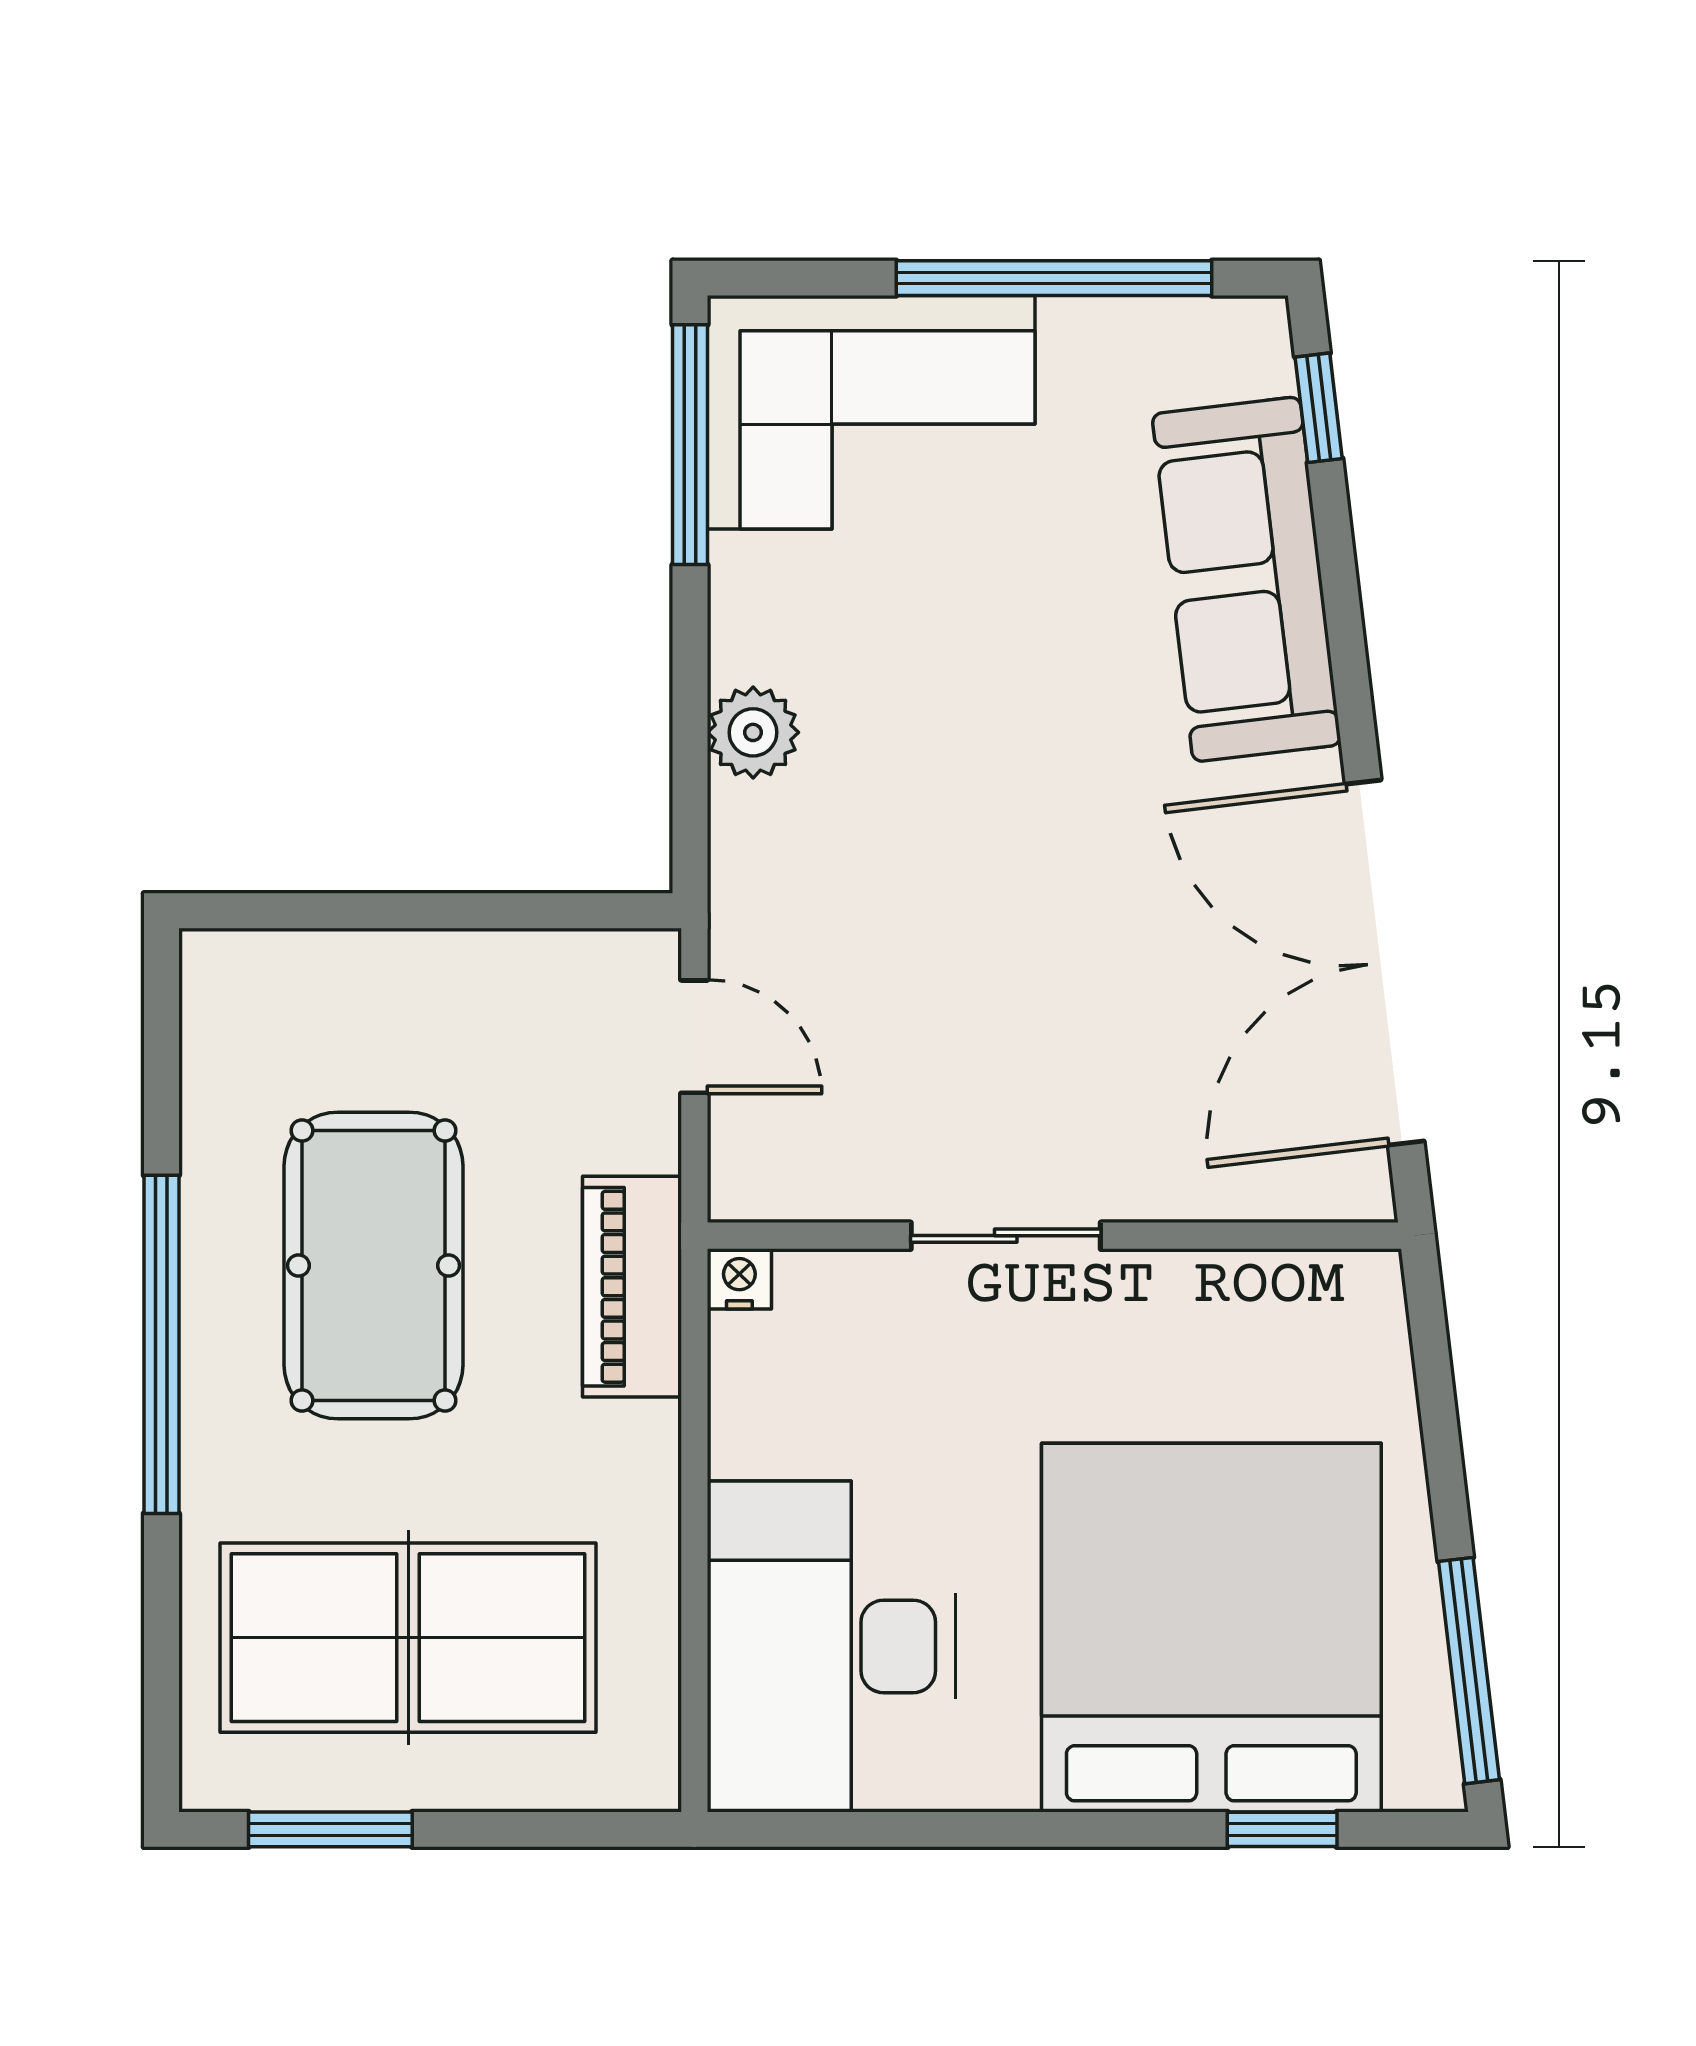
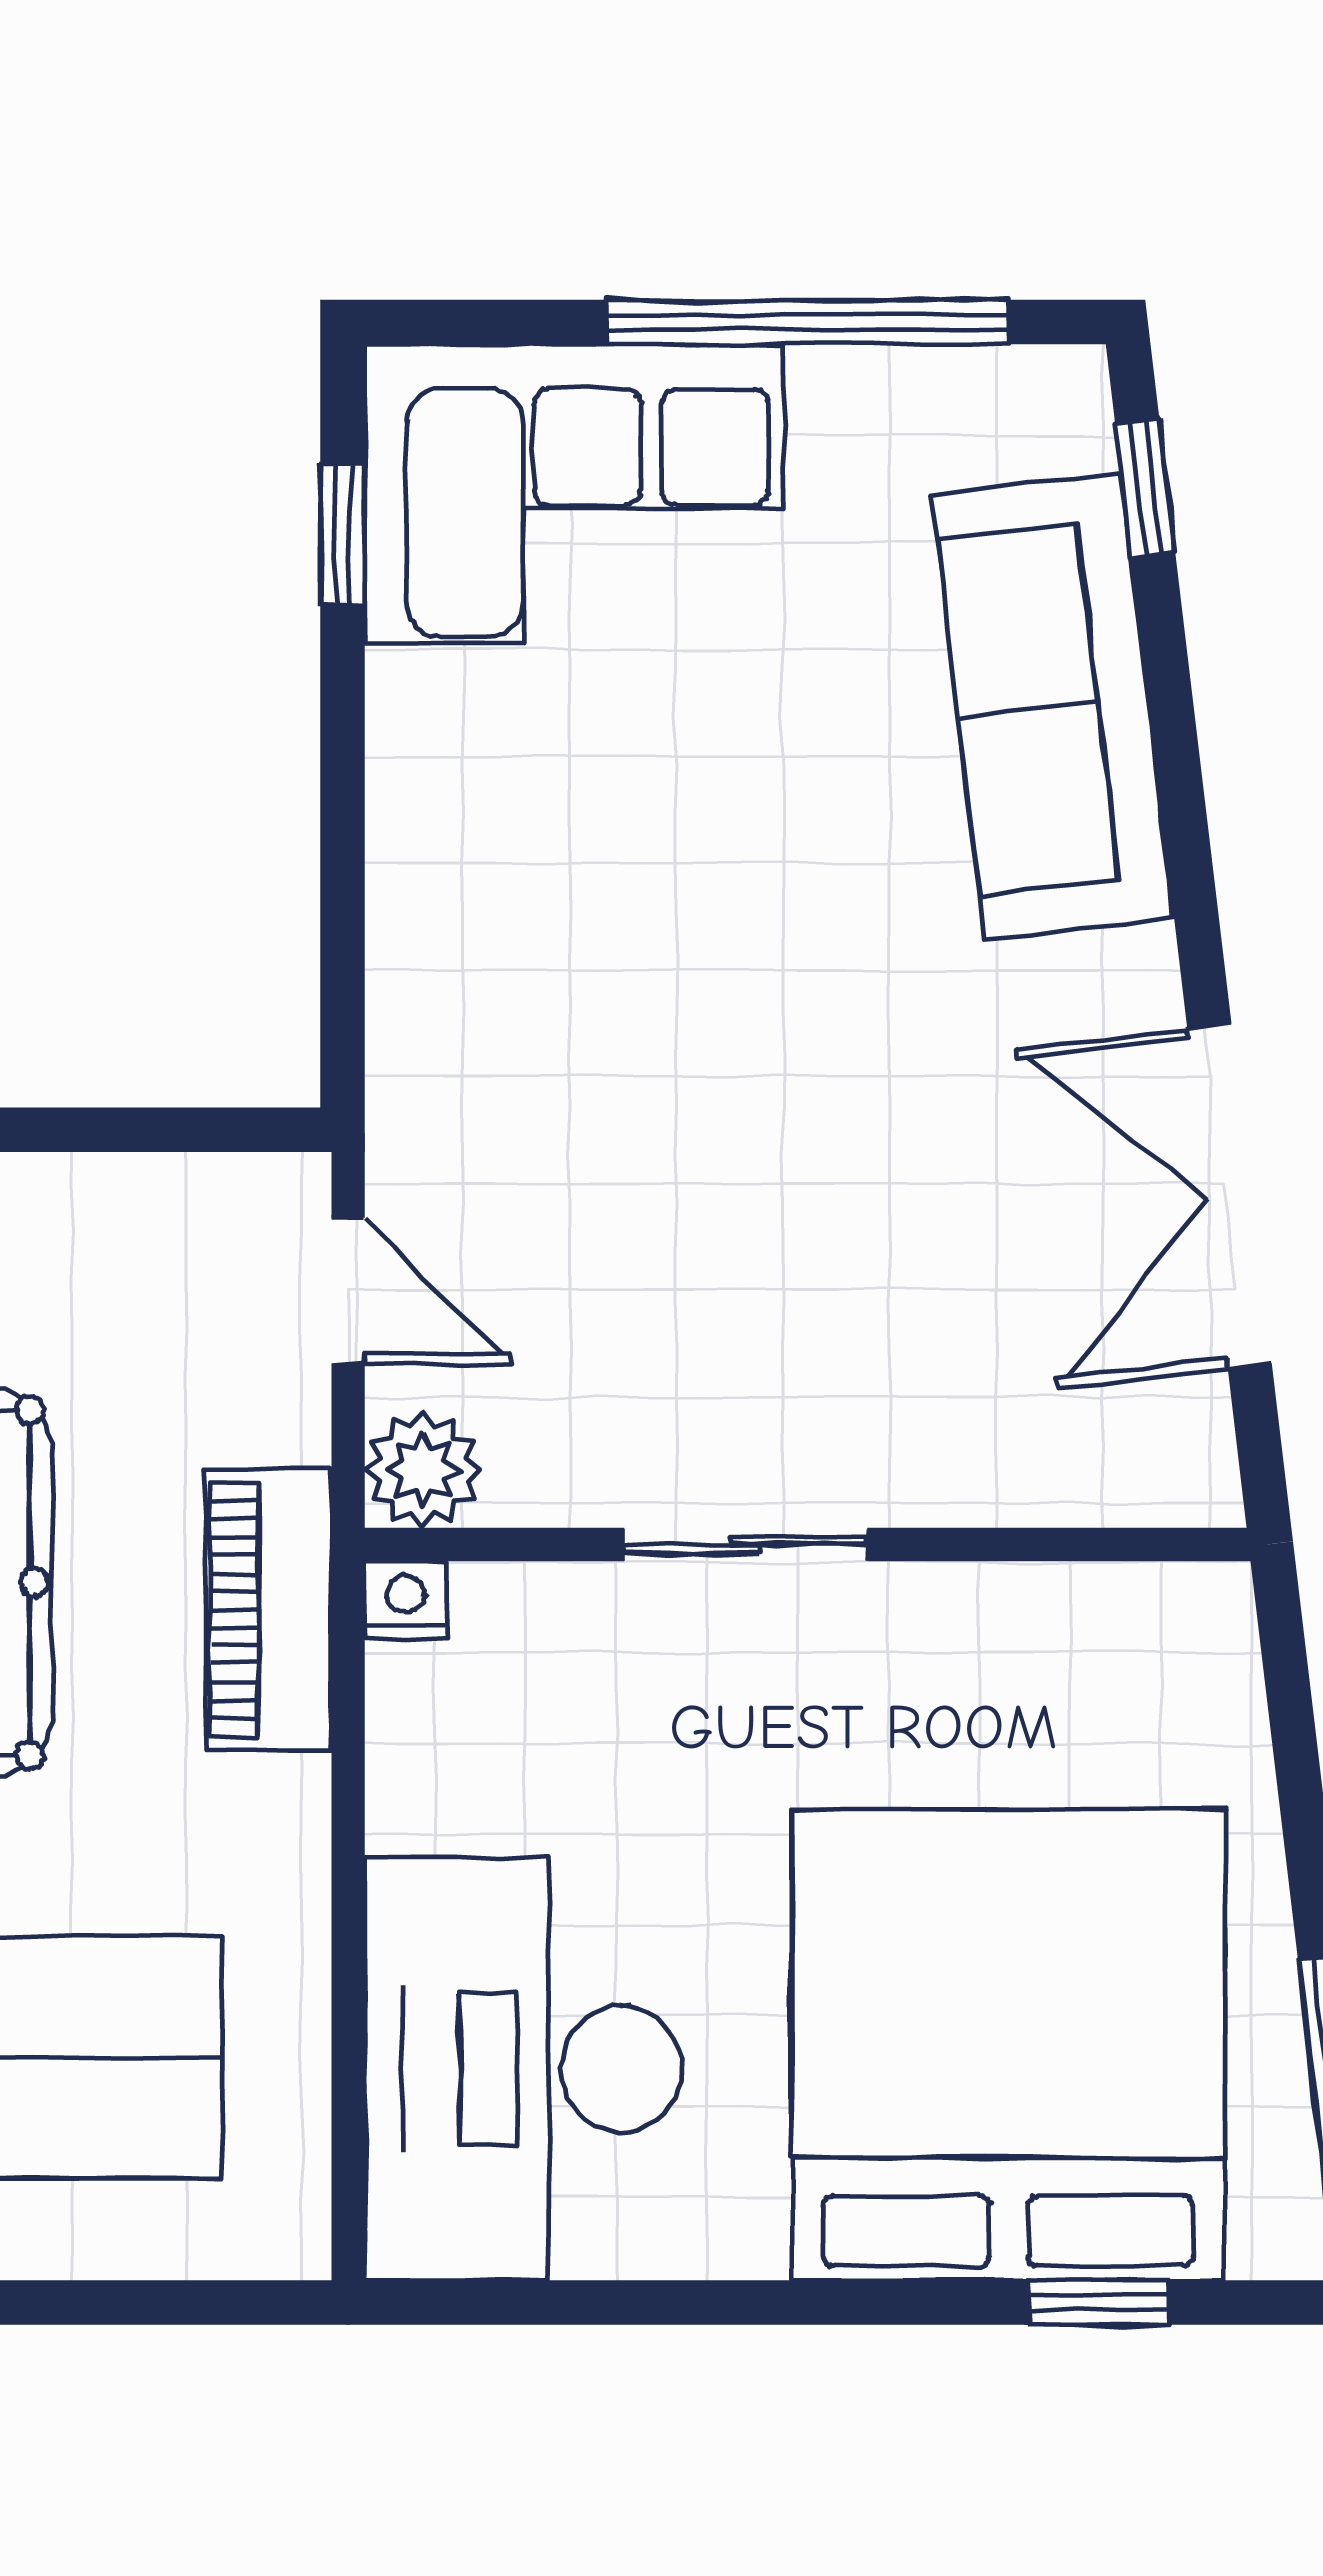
window: (690, 445) -> (343, 535), width x0.46
plant: (753, 732) -> (423, 1470), moved
double door: (1385, 963) -> (1230, 1196), width x0.73

